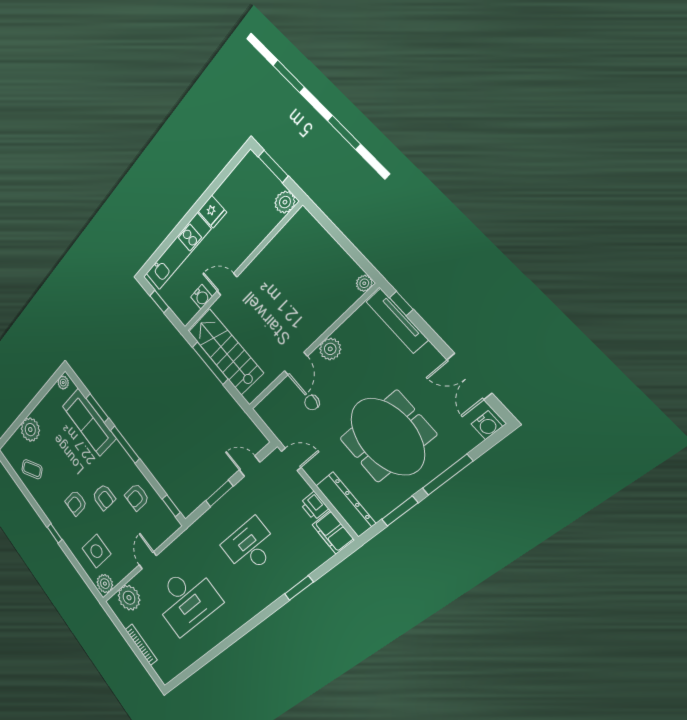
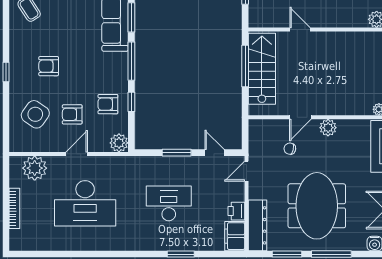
water cooler: (201, 297) -> (277, 20), removed
door: (291, 459) -> (246, 171), swing flipped
armchair: (104, 497) -> (72, 114), moved, turned 90
window: (171, 506) -> (131, 102), moved
side table: (96, 551) -> (35, 114), turned 35
plant: (105, 584) -> (119, 143), moved

